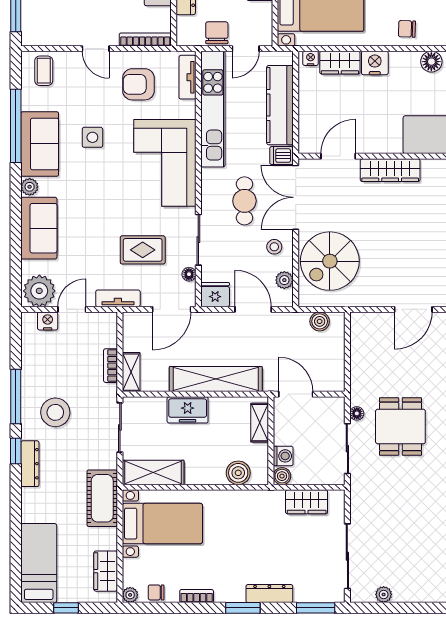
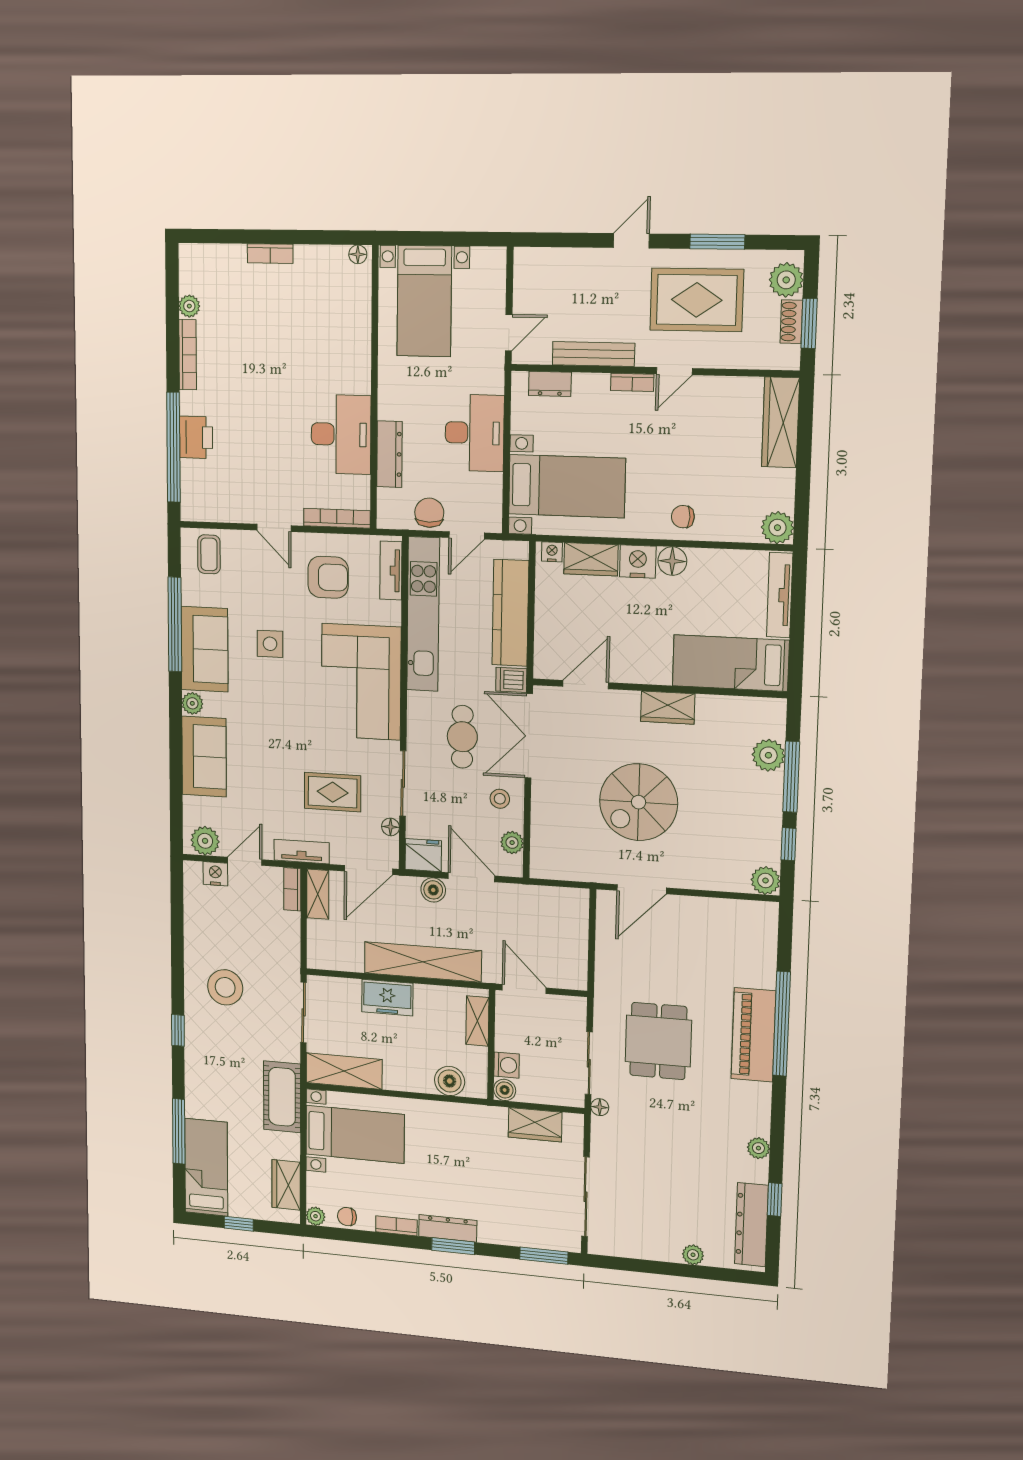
floor lamp: (431, 62) -> (672, 561), moved
armchair: (138, 84) -> (328, 577), turned 180
wardrobe: (390, 170) -> (668, 708), width x0.67
spiral stairs: (330, 261) -> (639, 802), moved
plant: (39, 291) -> (205, 841), width x0.73, depth x0.73
door: (413, 309) -> (642, 889), moved
boiler: (320, 321) -> (433, 890), moved
bookcase: (111, 366) -> (292, 889), moved
shelving: (131, 372) -> (318, 894), moved
window: (16, 397) -> (179, 1131), moved
floor lamp: (357, 413) -> (600, 1107), moved
dresser: (30, 464) -> (195, 1047), removed
dresser: (269, 594) -> (448, 1228), moved
plant: (384, 594) -> (693, 1255), moved

